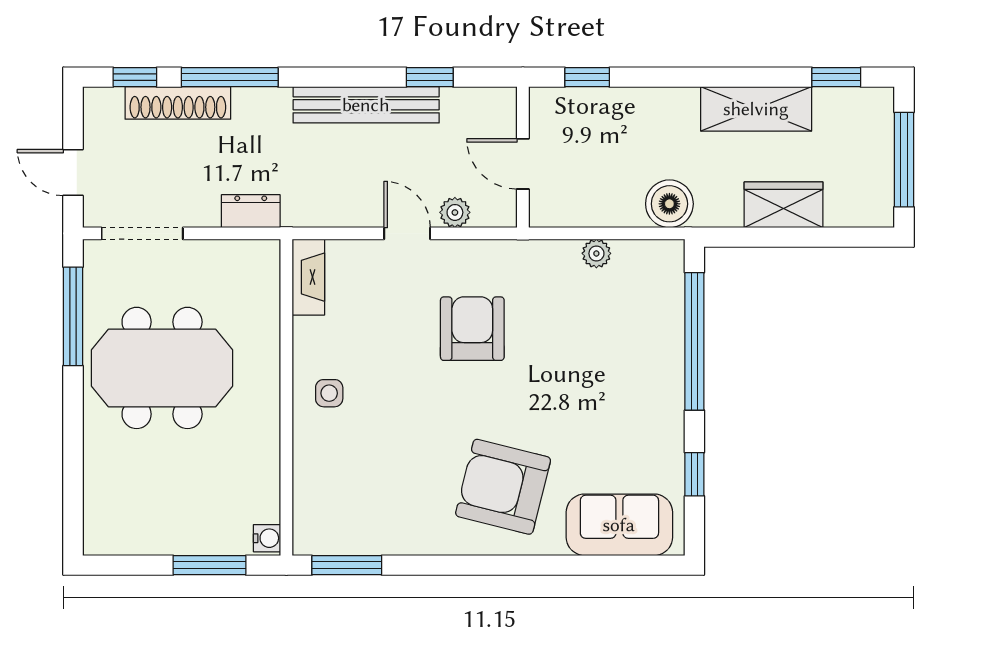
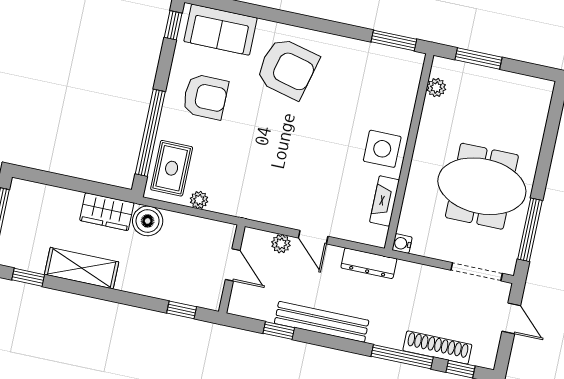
wardrobe: (784, 205) -> (107, 212), moved
dresser: (251, 211) -> (369, 263), moved, width x1.44
fireplace: (308, 277) -> (384, 201), moved
rug: (650, 294) -> (172, 168), added
armchair: (472, 329) -> (205, 97), moved, turned -90
side table: (329, 393) -> (382, 149), width x1.87, depth x1.87
window: (694, 474) -> (173, 25), moved
plant: (265, 506) -> (436, 88), added
water cooler: (267, 538) -> (402, 244), moved

